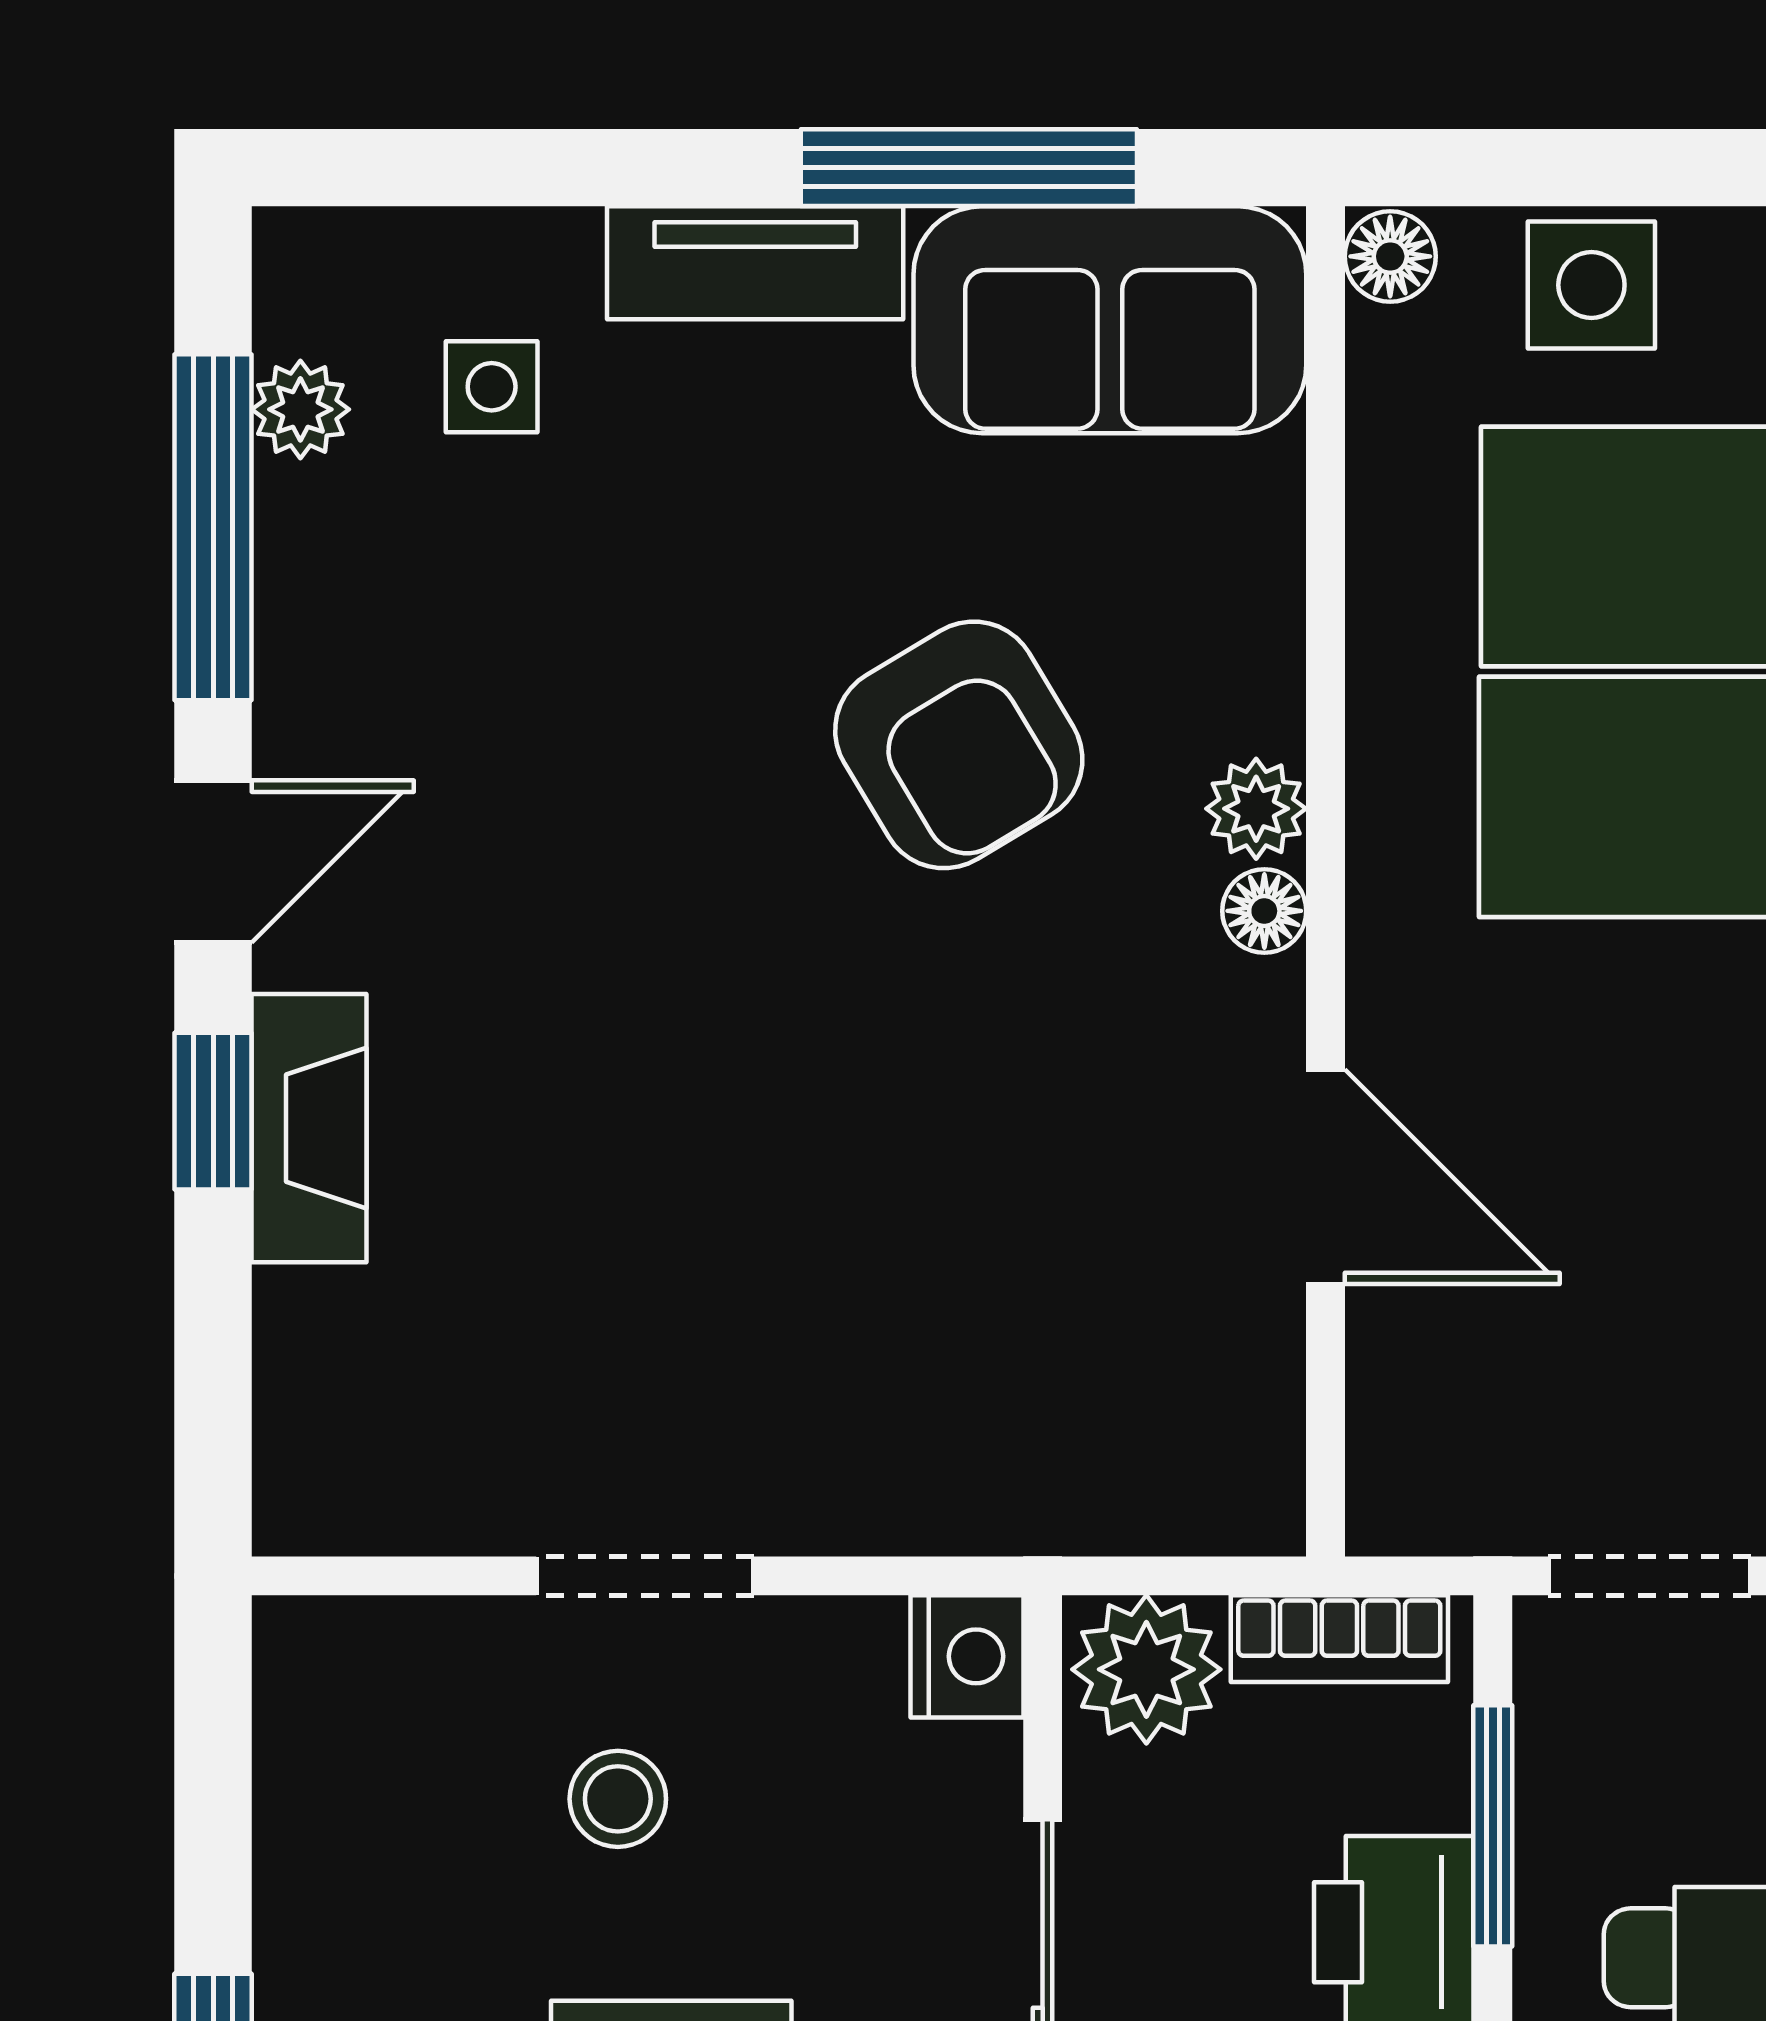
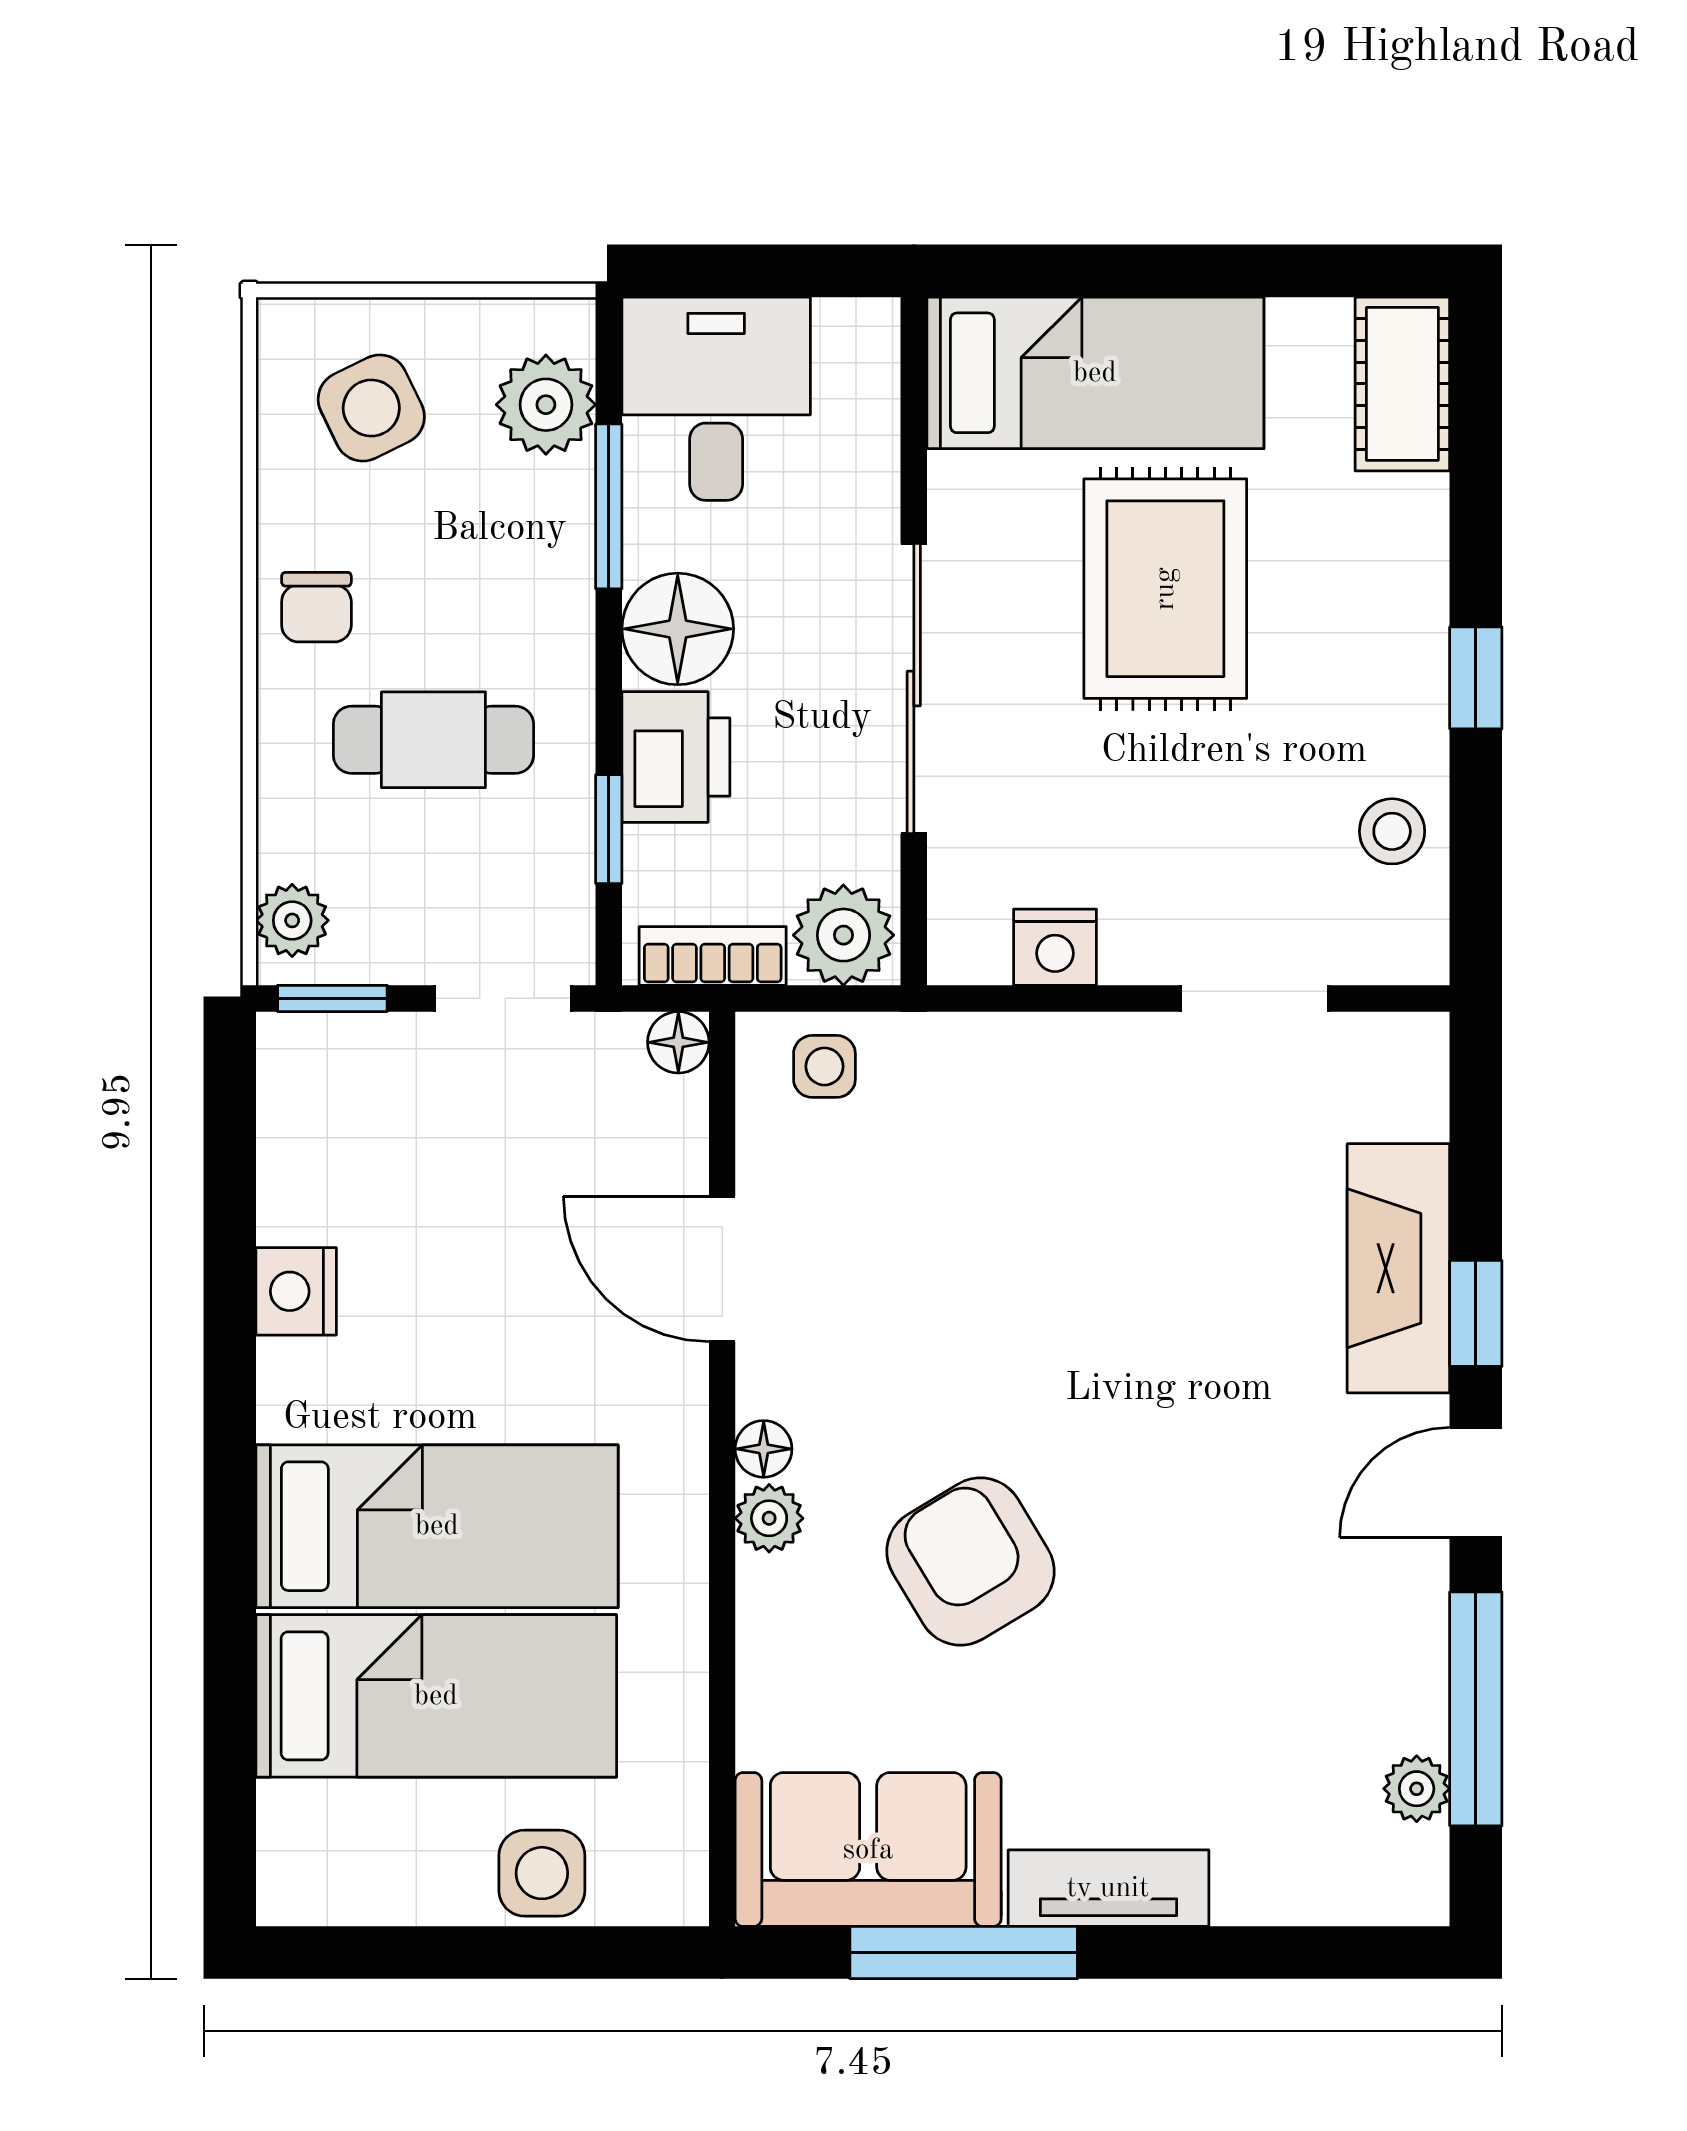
floor lamp: (1390, 256) -> (678, 1042), moved
side table: (492, 387) -> (824, 1066), moved
fireplace: (309, 1128) -> (1398, 1268), width x1.37, depth x1.32
doorway: (645, 1576) -> (1254, 998), moved
nightstand: (967, 1656) -> (1055, 947), moved, turned -90
stool: (618, 1799) -> (1392, 831), moved
window: (1493, 1826) -> (609, 829), width x0.67

